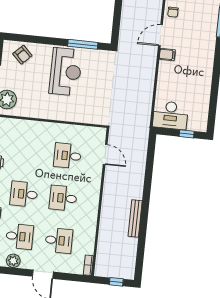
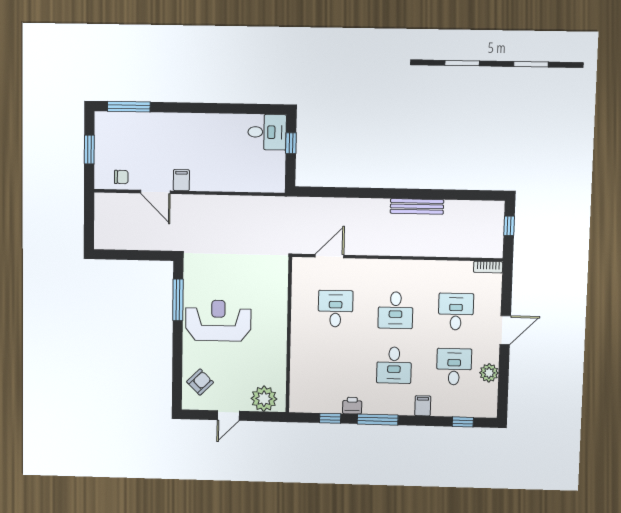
desk: (170, 115) -> (267, 132), moved, width x0.73
desk: (68, 156) -> (335, 309), turned 180

